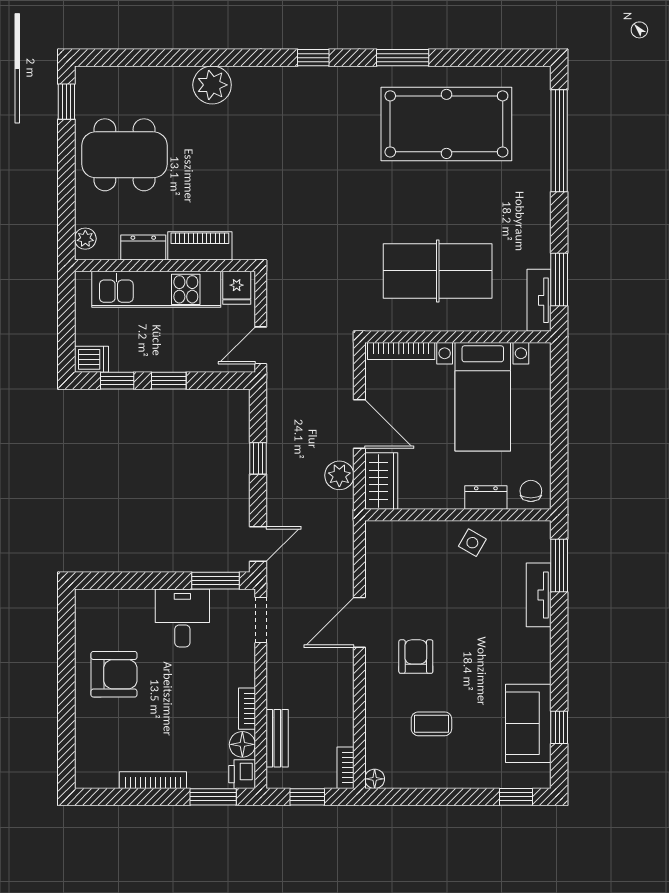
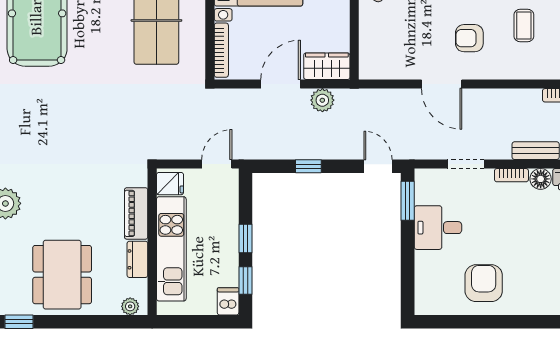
door: (261, 345) -> (217, 164), swing flipped
doorway: (261, 620) -> (466, 164), moved

